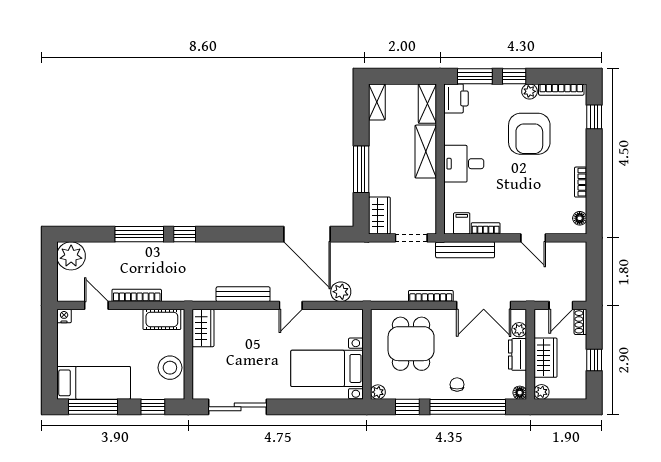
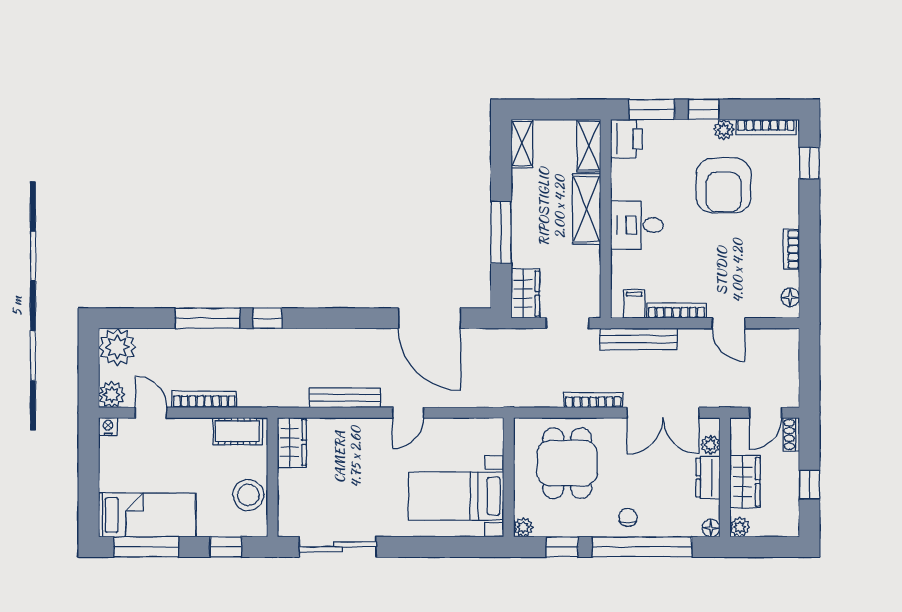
bookcase: (486, 228) -> (676, 311), width x1.56
plant: (341, 292) -> (112, 395), moved

